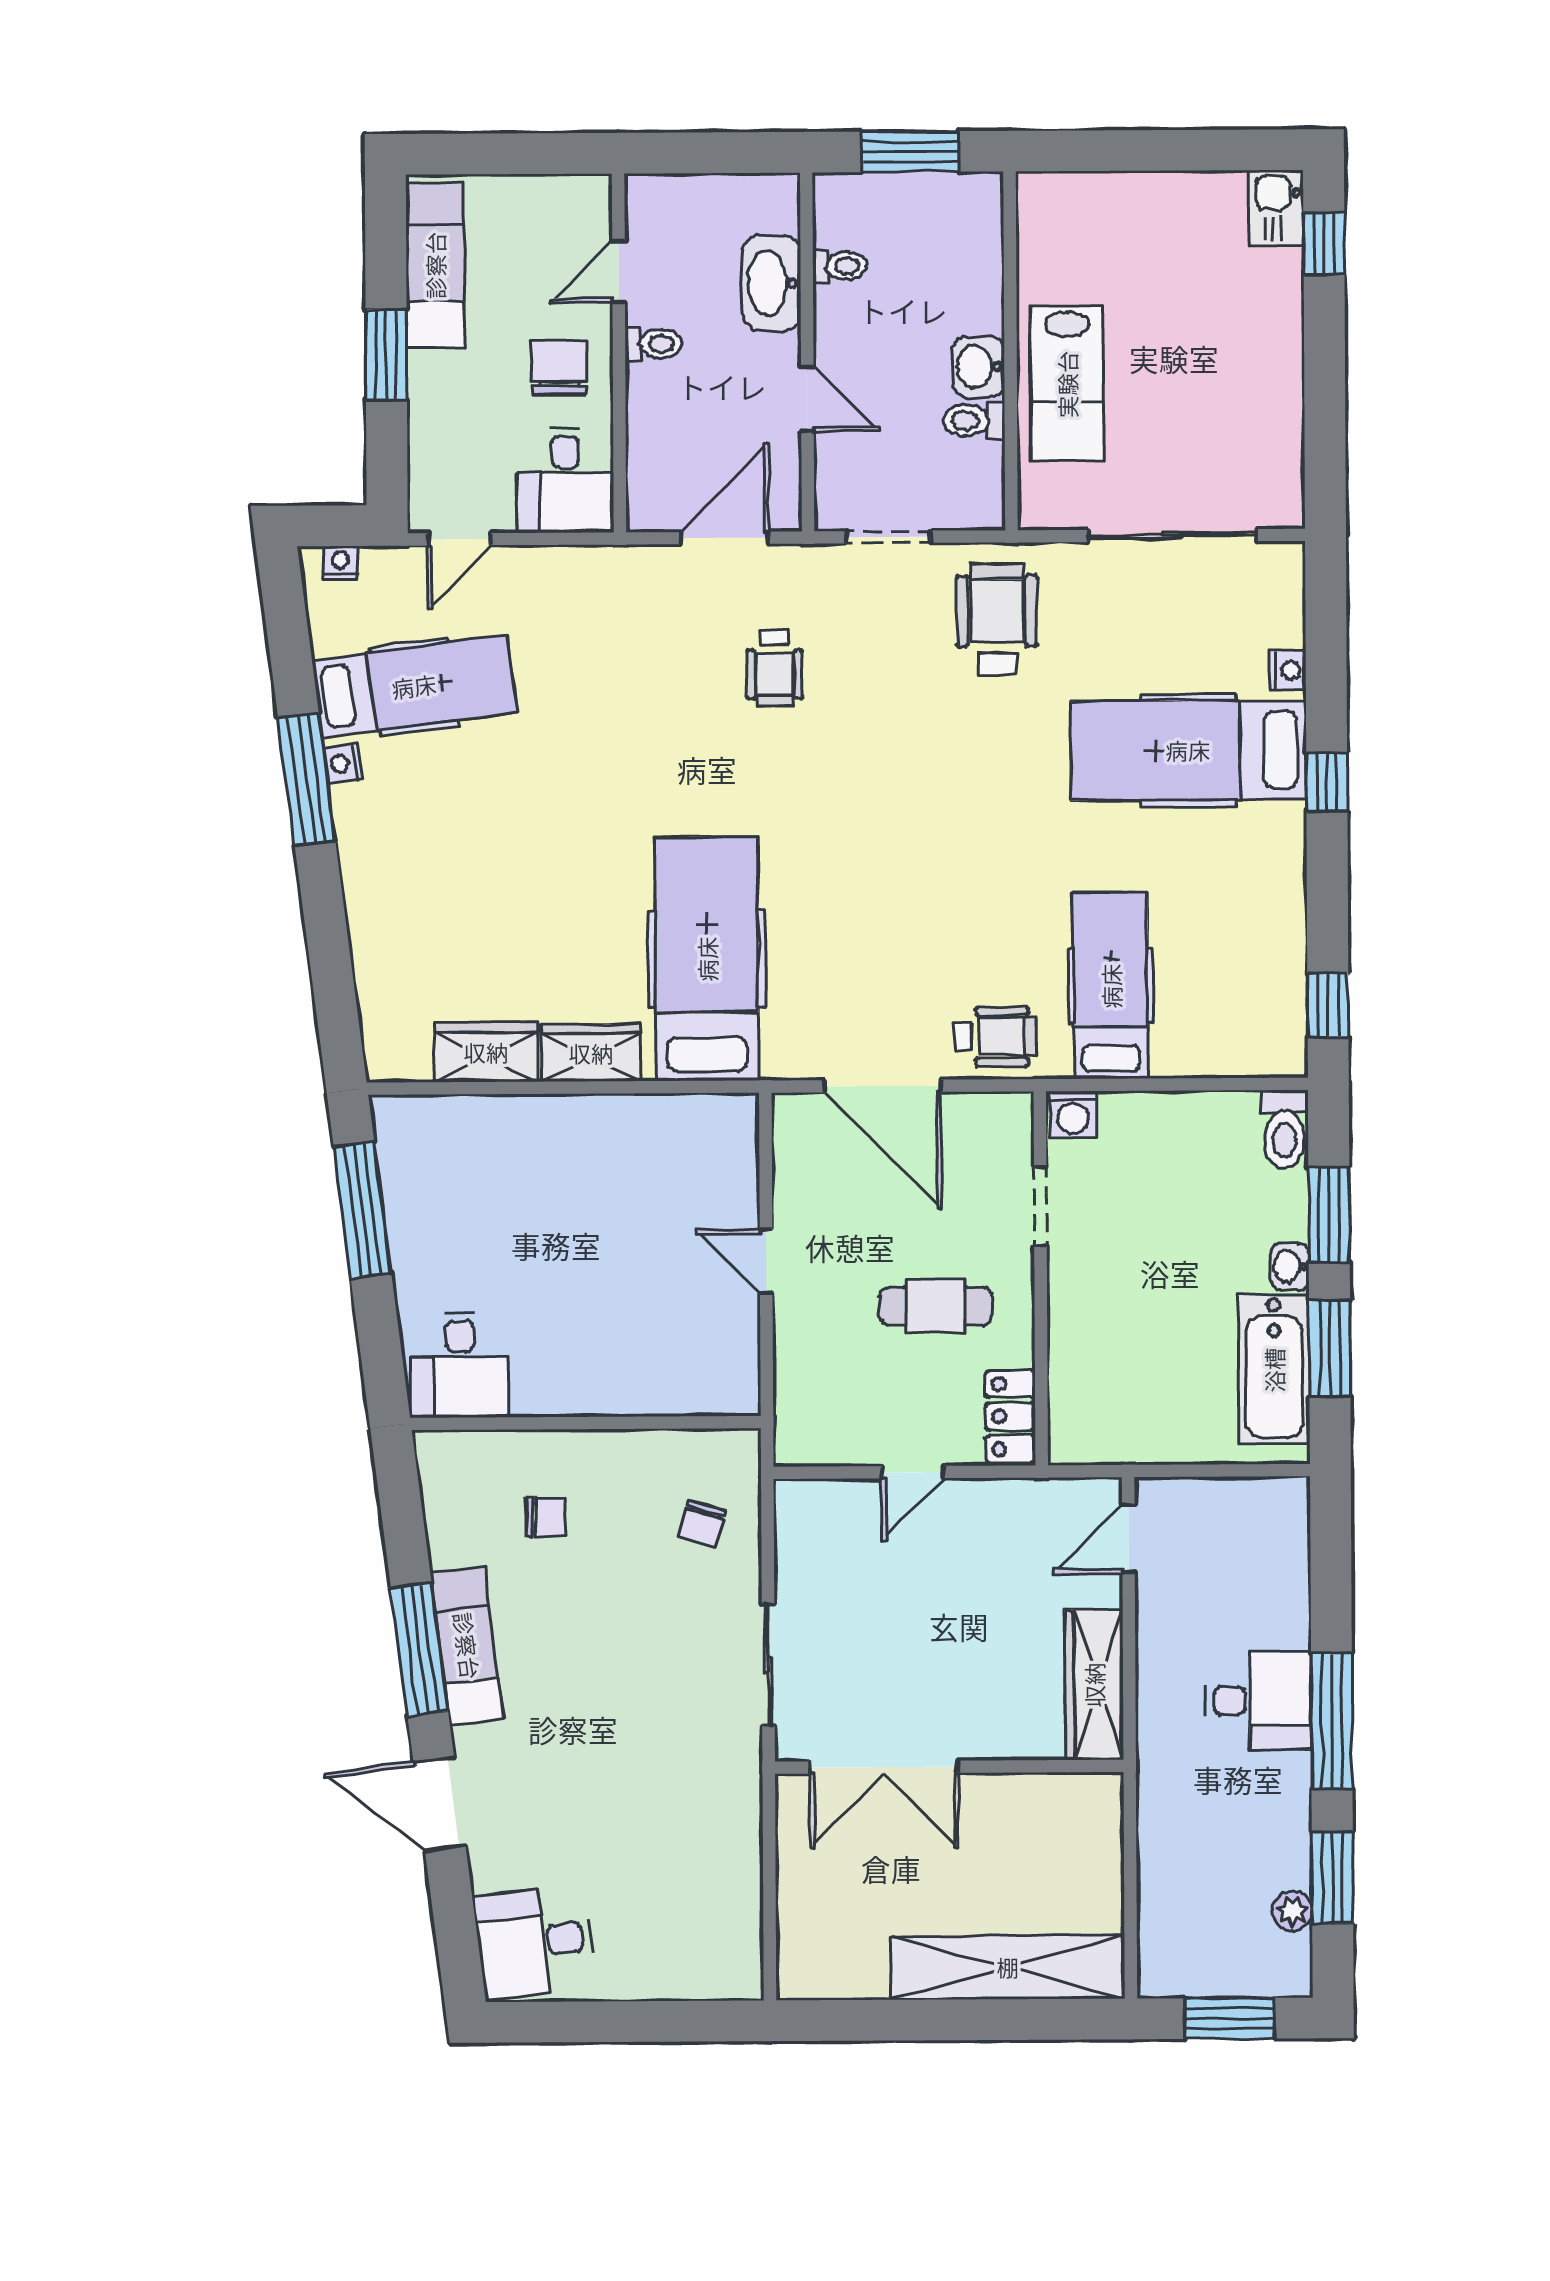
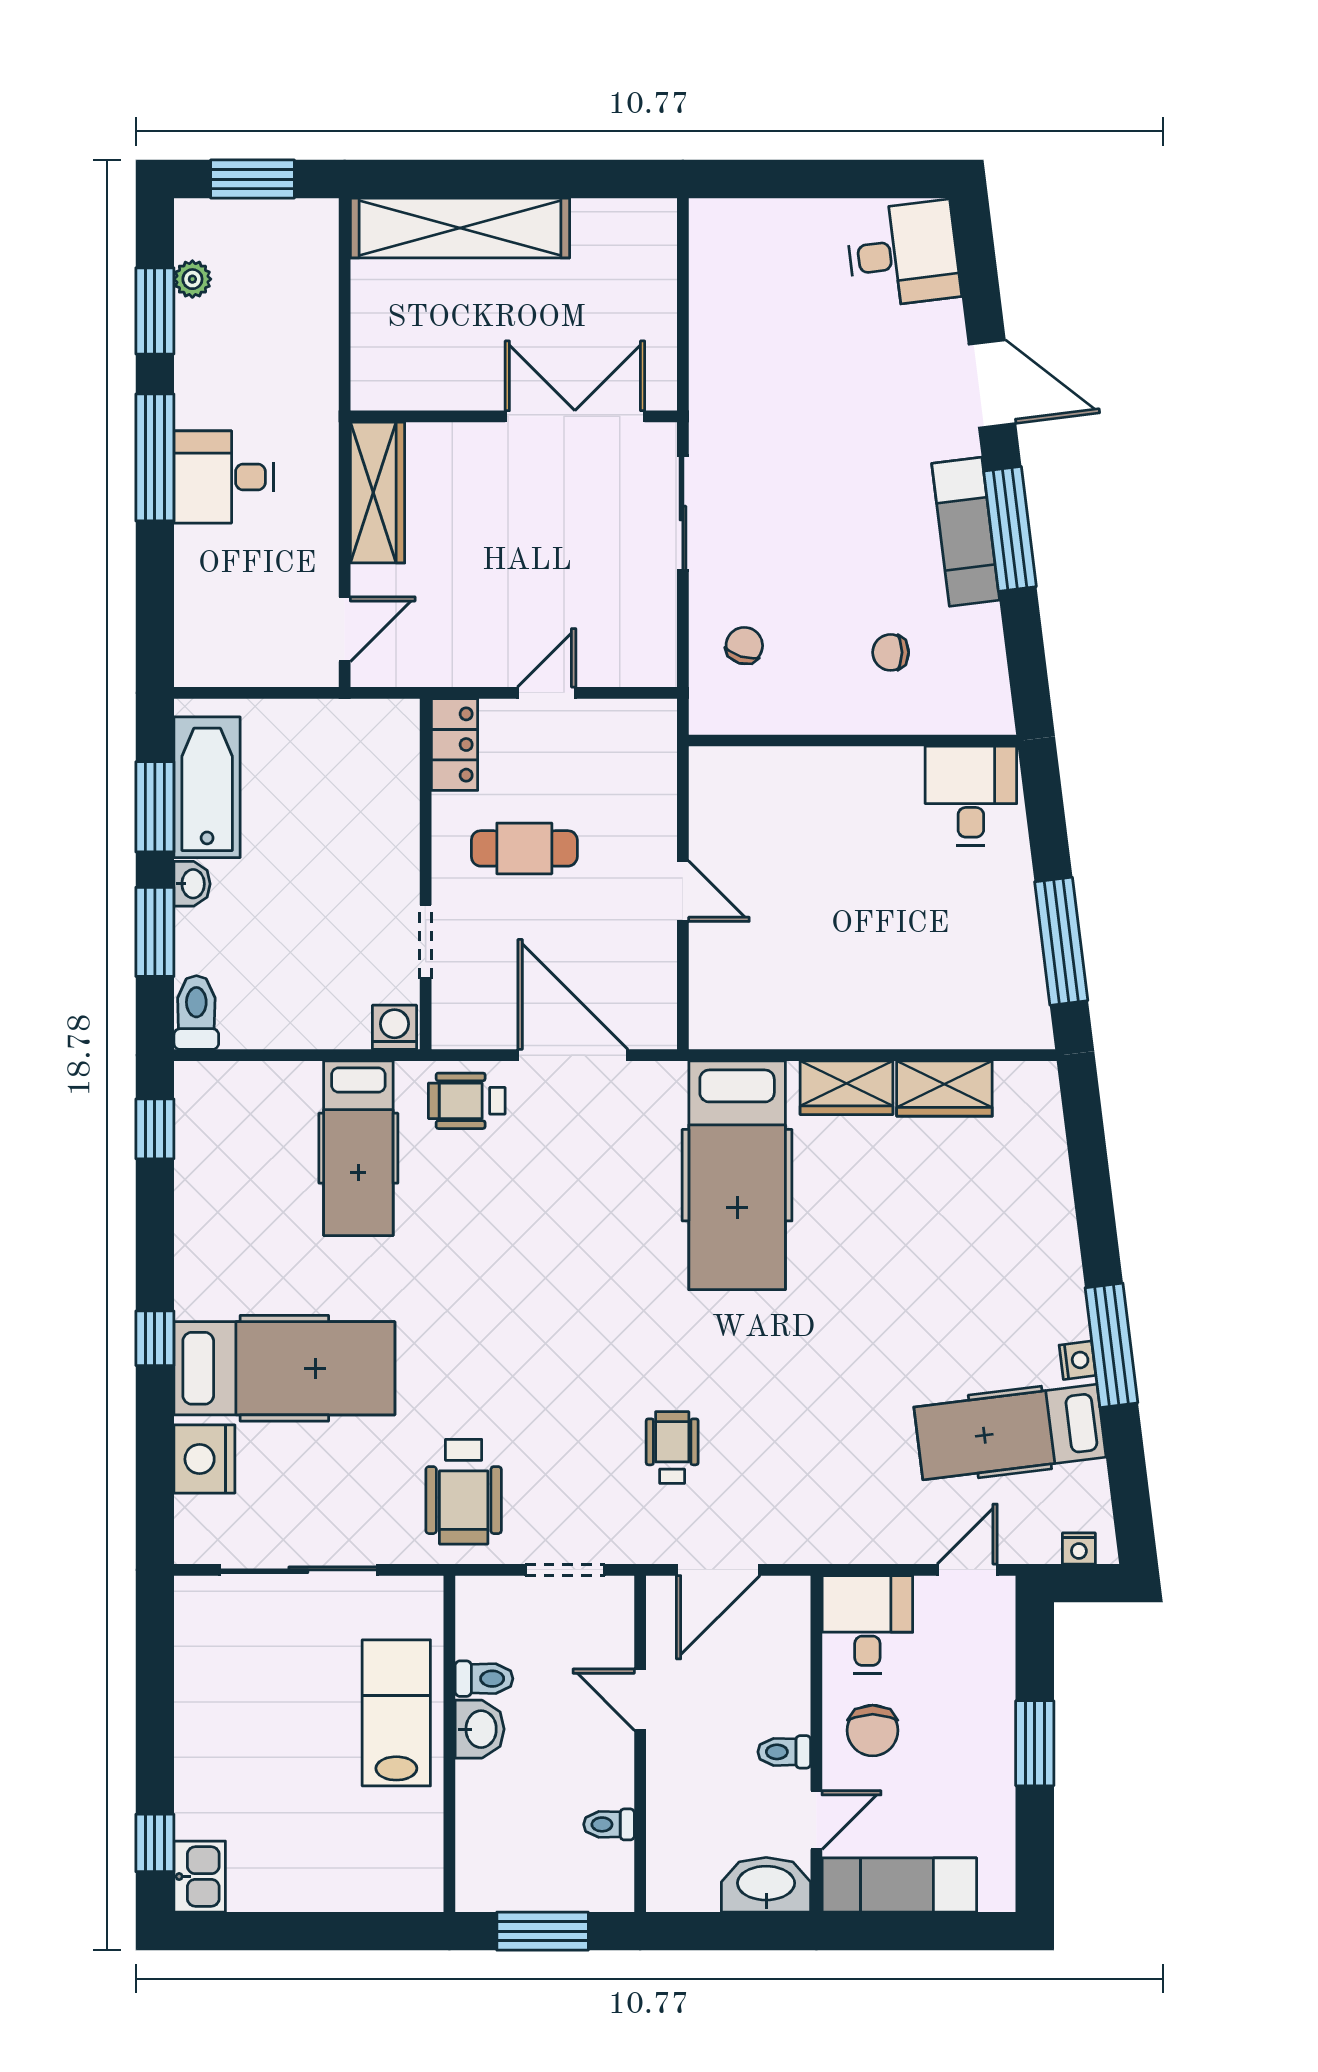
exam couch: (435, 265) -> (899, 1885), moved, turned 90
washbasin: (772, 283) -> (766, 1885), moved, turned -90
nightstand: (1288, 670) -> (204, 1459), width x1.89, depth x1.79

